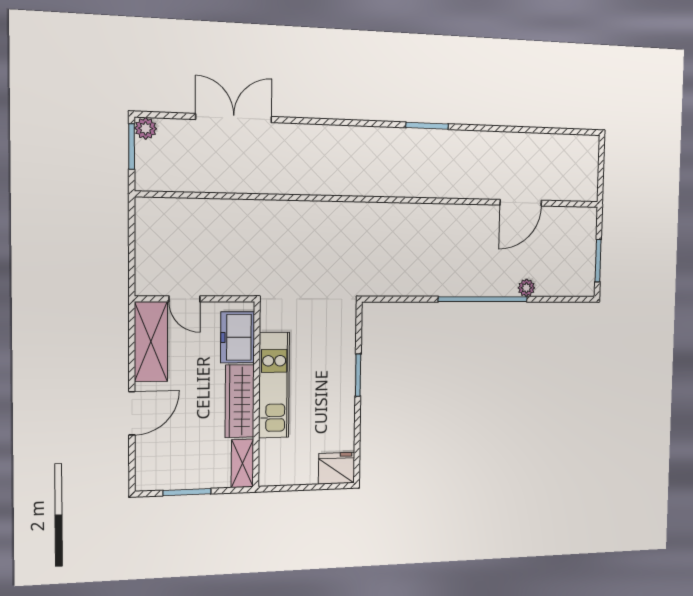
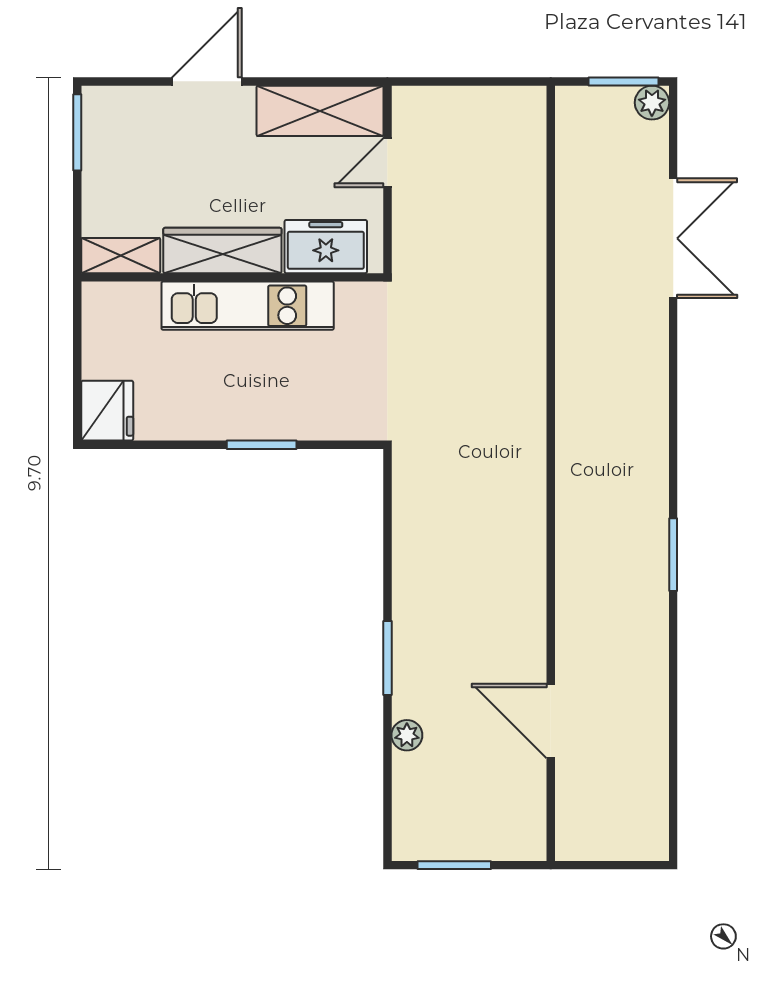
window: (483, 299) -> (387, 658), width x0.47
door: (132, 413) -> (207, 81), swing flipped
window: (187, 492) -> (77, 132), moved

